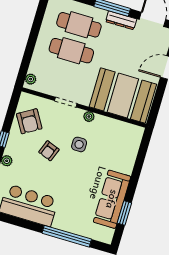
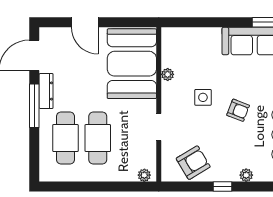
plant: (89, 117) -> (168, 74), moved
armchair: (49, 151) -> (238, 110), moved

